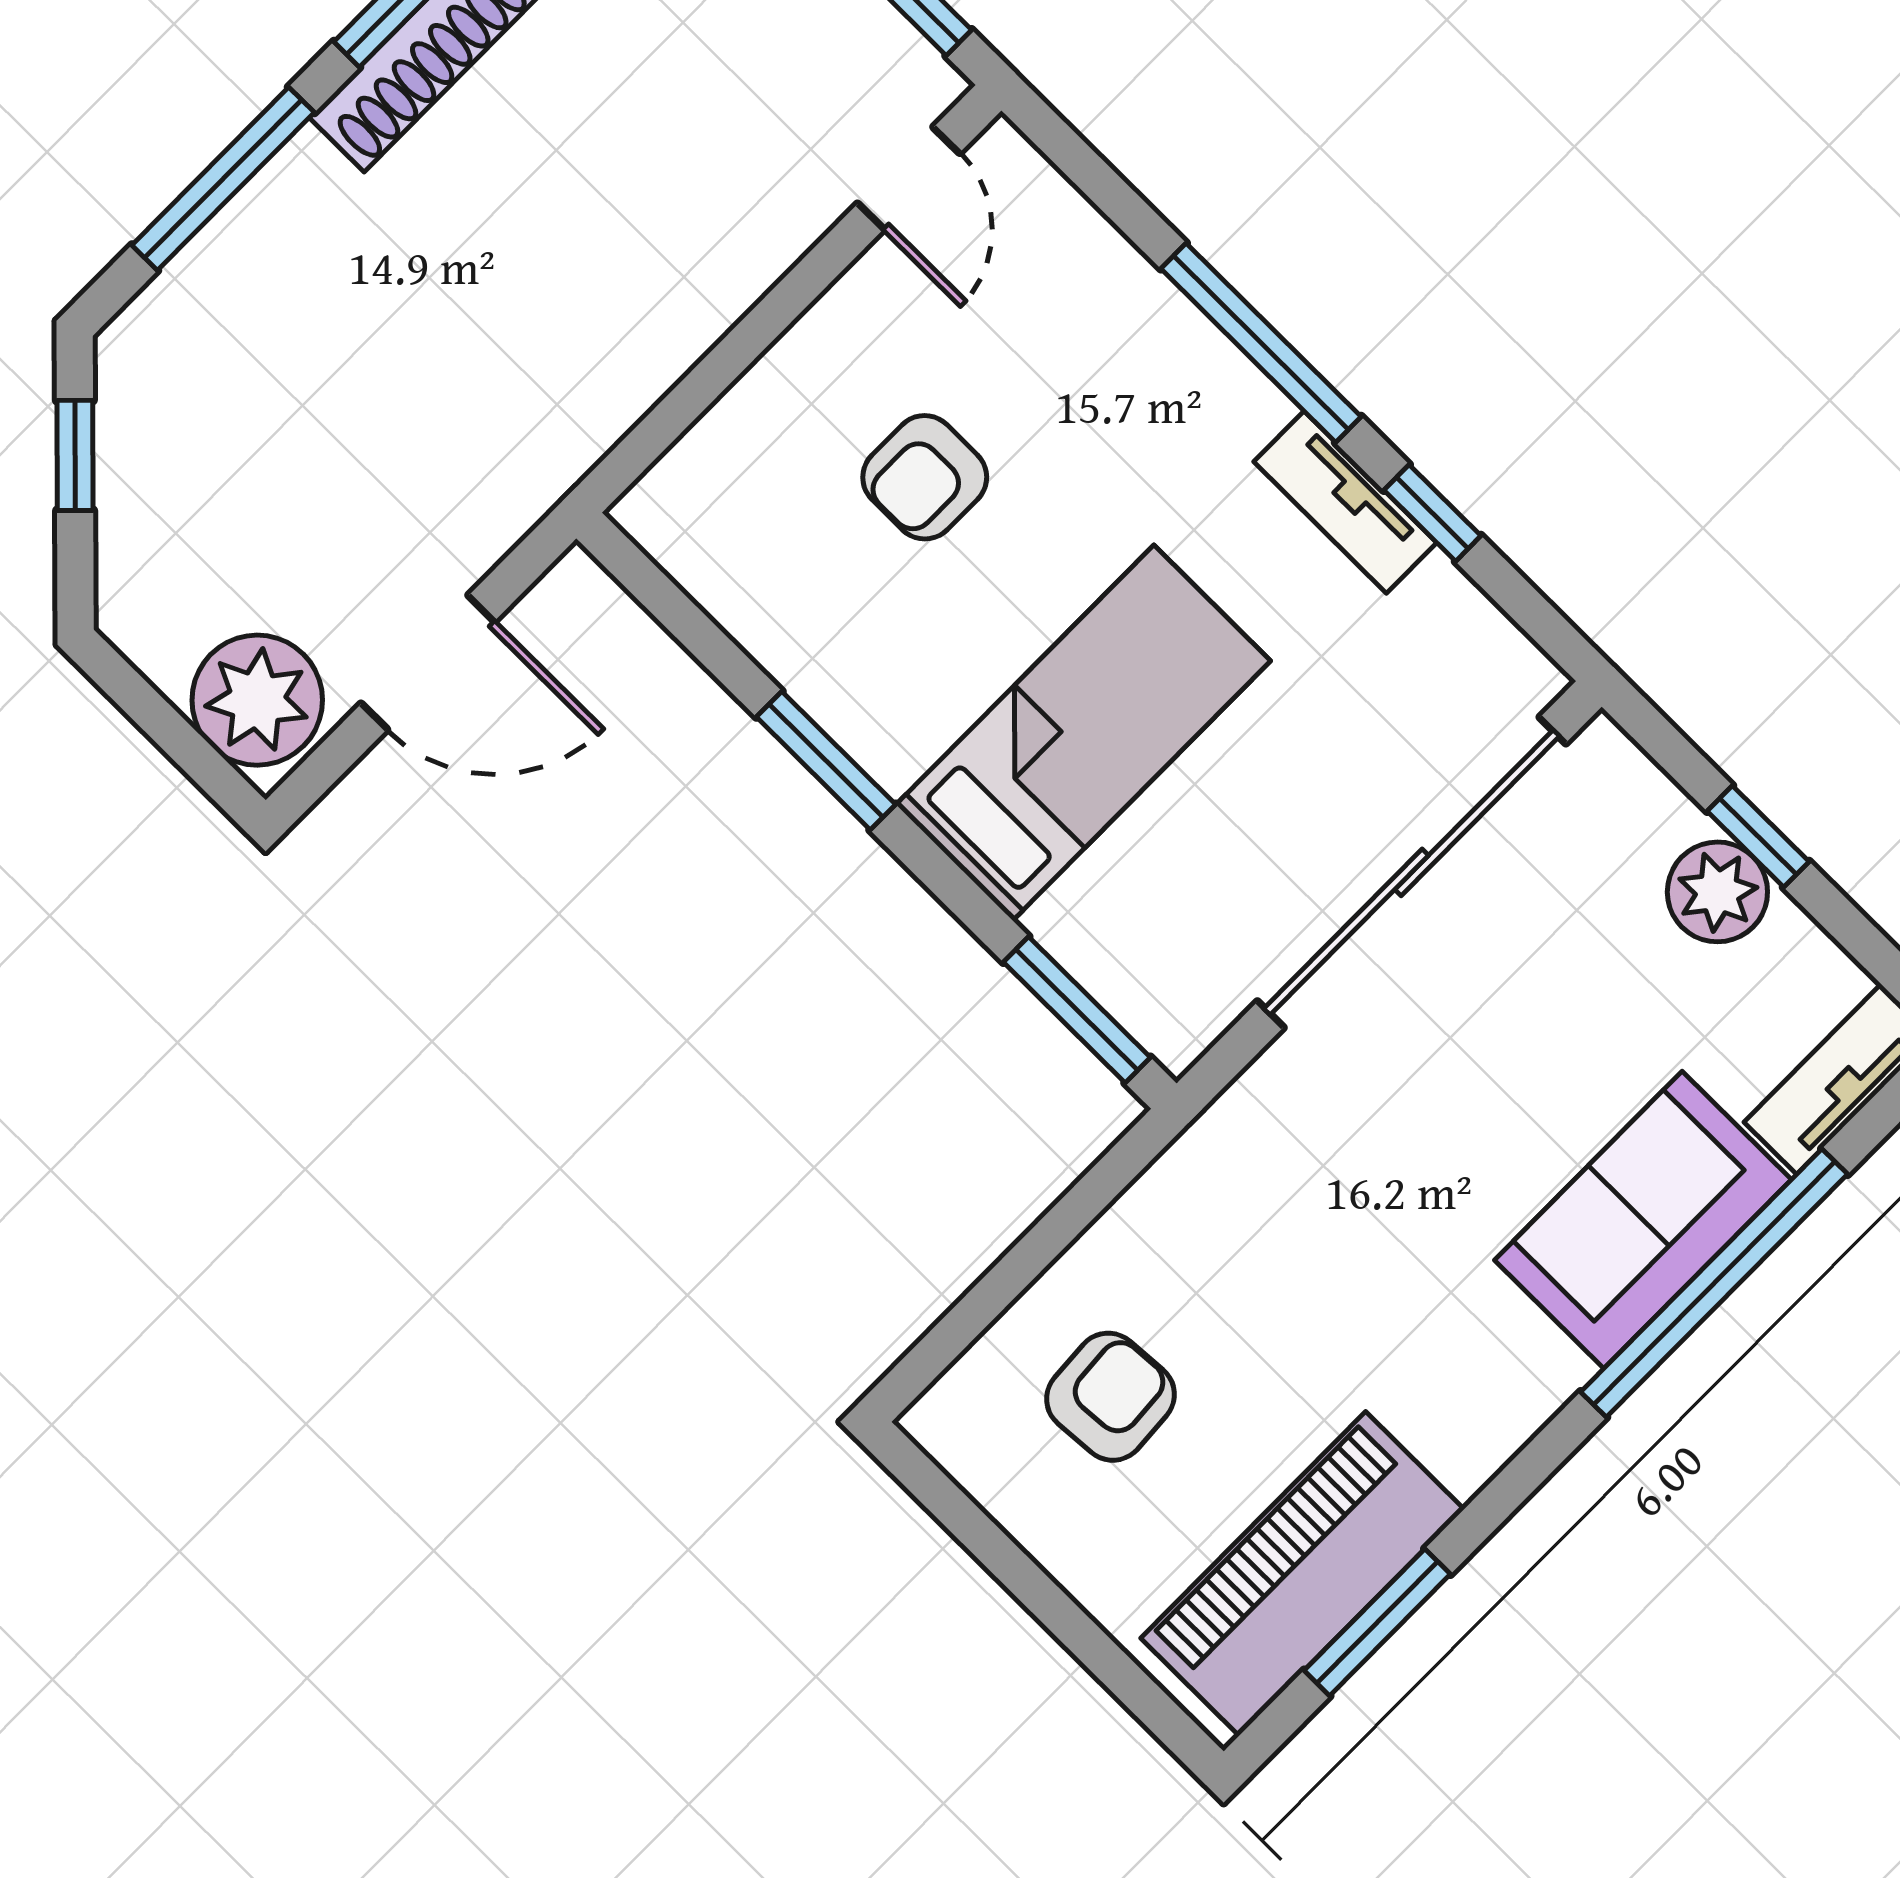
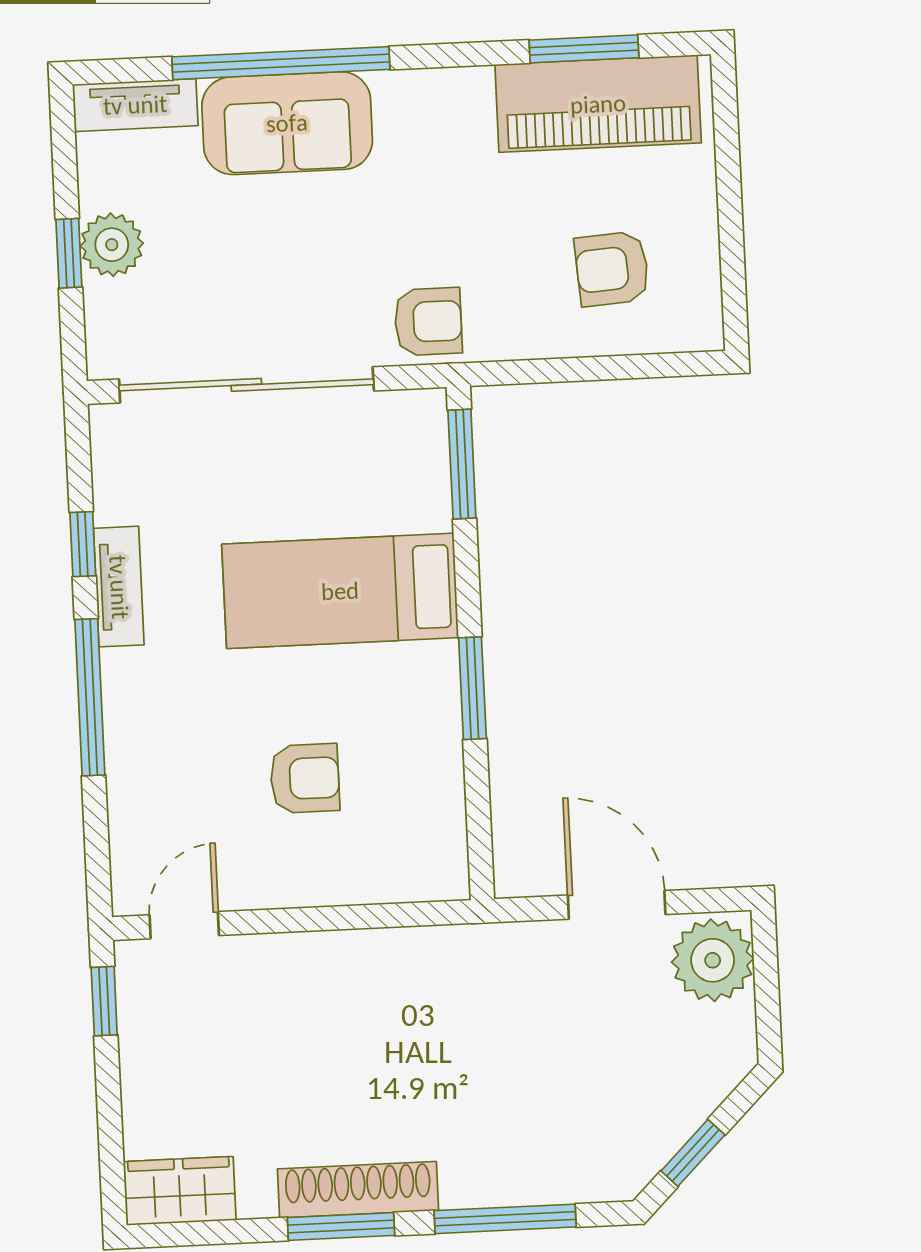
armchair: (1268, 1139) -> (428, 322), added

